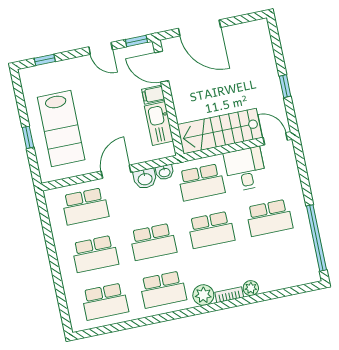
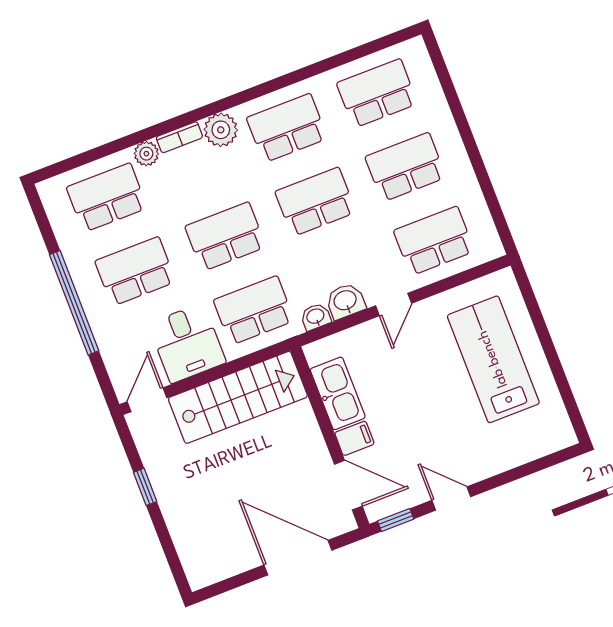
window: (45, 60) -> (538, 465), removed
window: (28, 137) -> (544, 336), removed
door: (275, 139) -> (147, 400), swing flipped
door: (116, 172) -> (394, 305), width x0.73
window: (316, 238) -> (74, 303), moved
school desk: (279, 265) -> (107, 198), added

